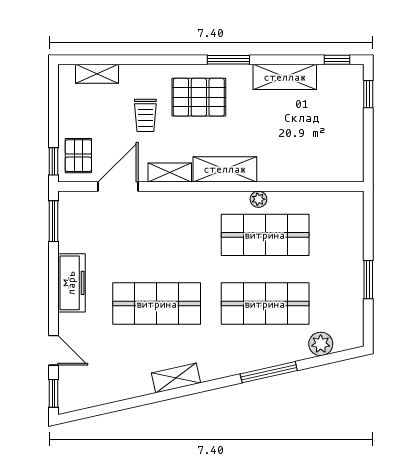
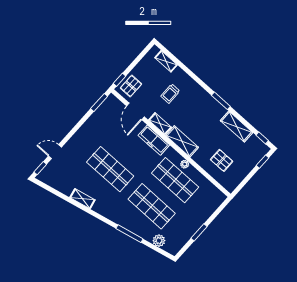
pallet: (199, 97) -> (222, 160), moved, width x0.67, depth x0.71
door: (118, 187) -> (136, 111), swing flipped
freezer: (71, 283) -> (154, 140), moved, turned 90
door: (53, 350) -> (55, 152), swing flipped
shelving: (176, 378) -> (82, 199), moved

